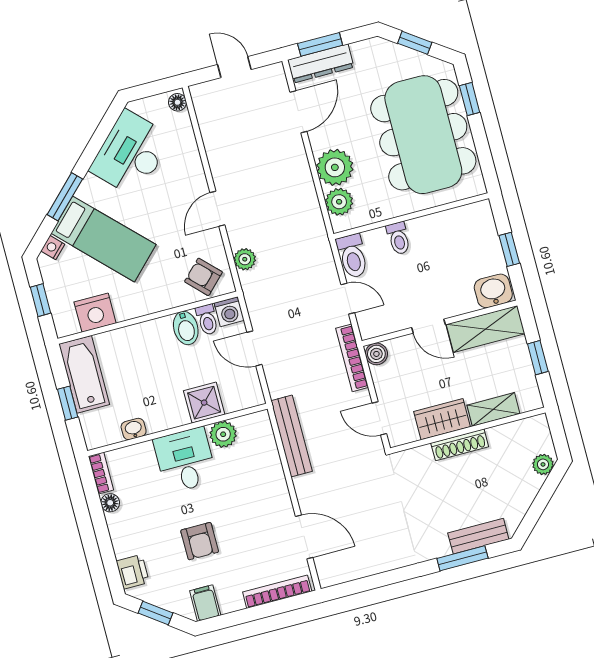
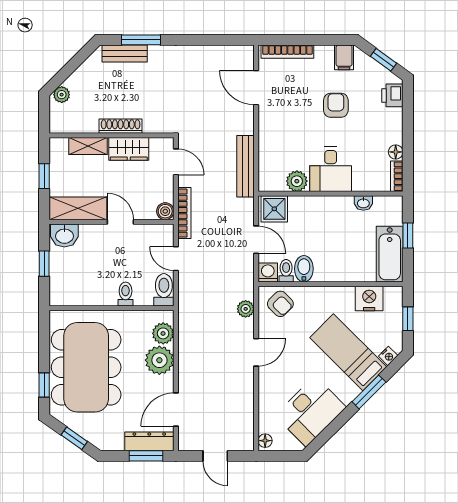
shower: (204, 403) -> (274, 209), moved

